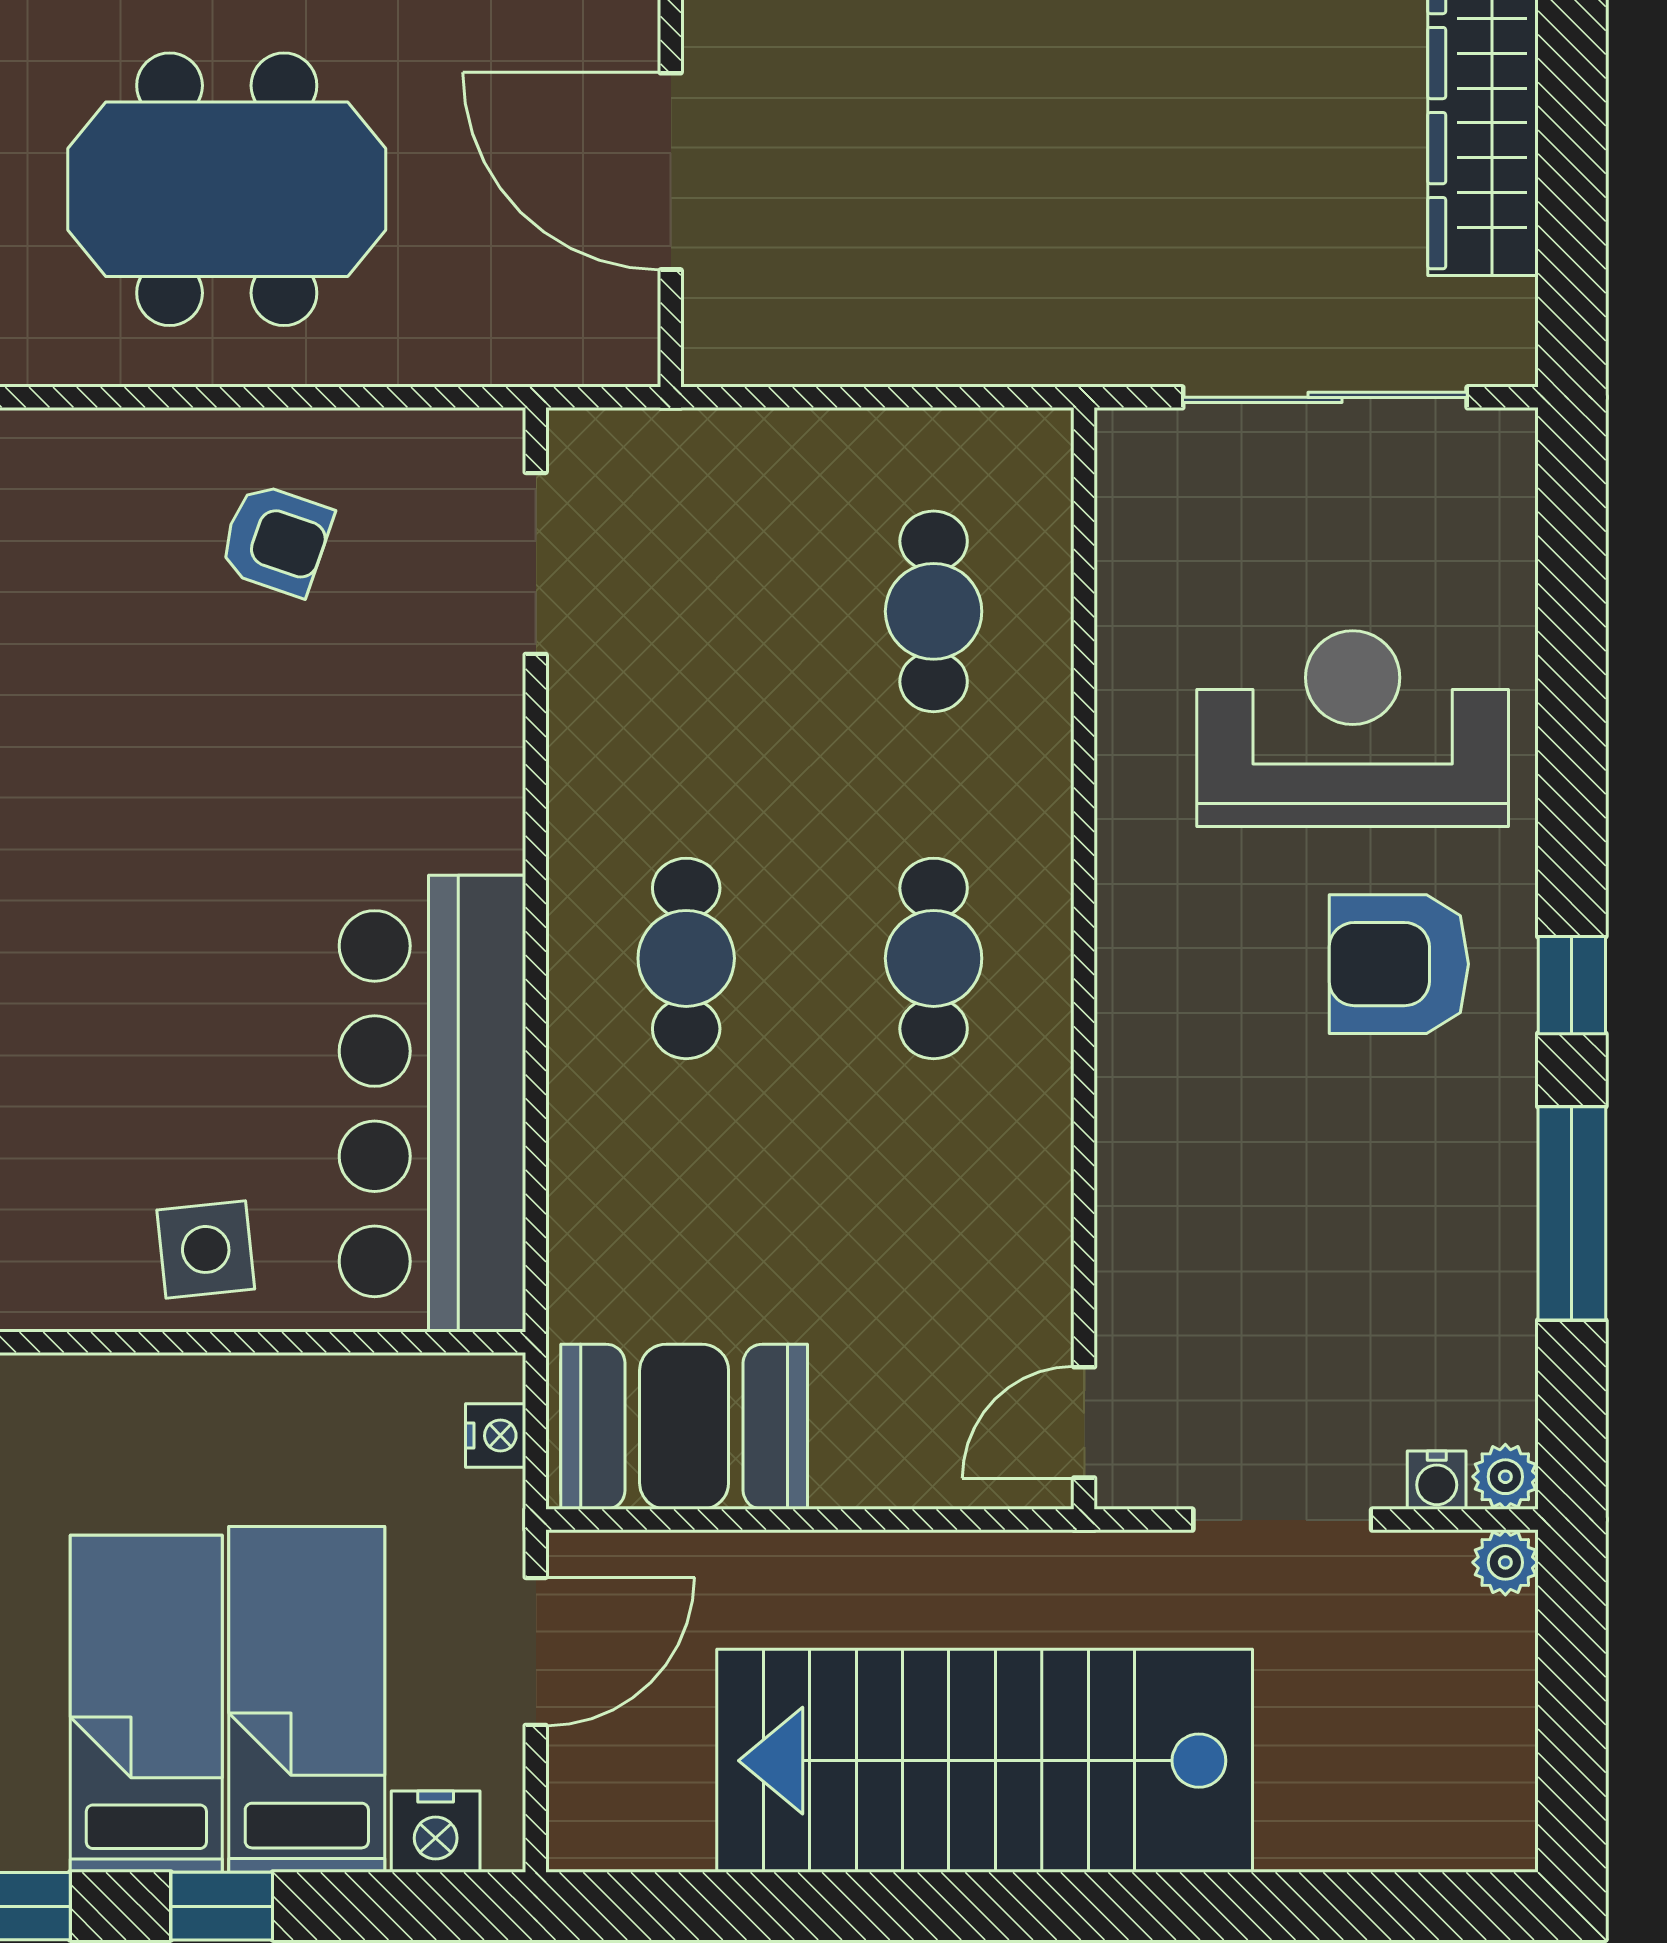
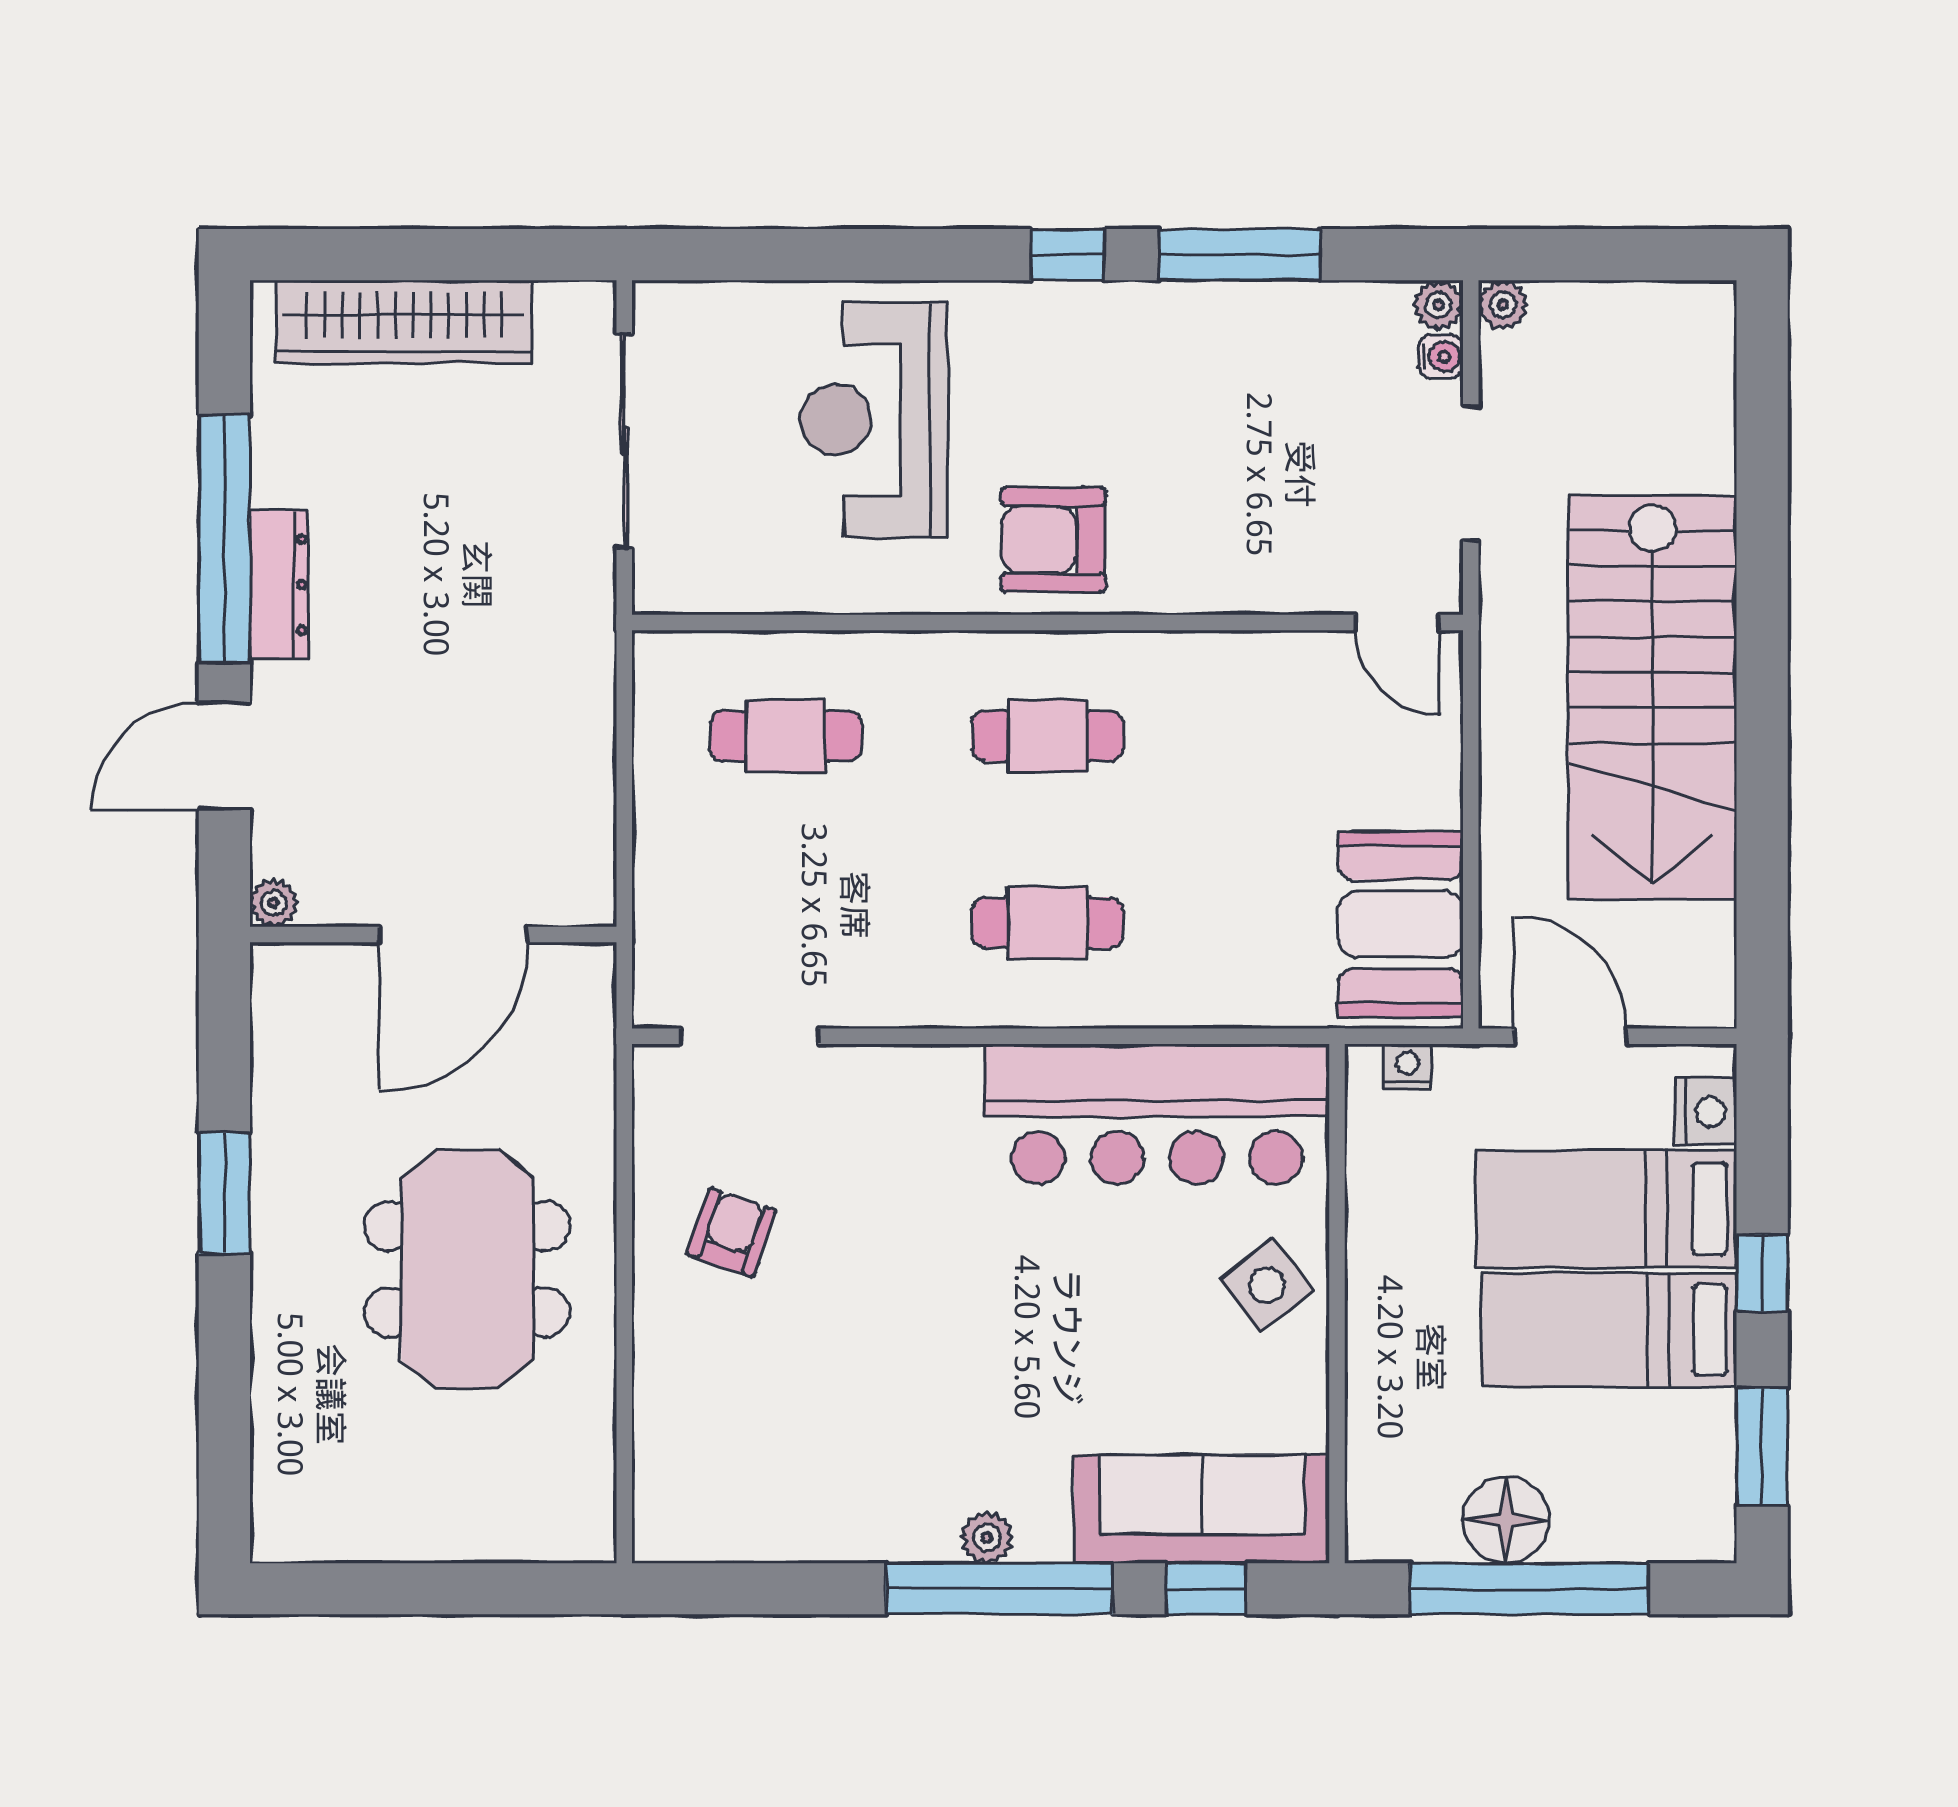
armchair: (1399, 964) -> (1053, 540), moved, turned 90
side table: (206, 1249) -> (1267, 1285), turned -32

